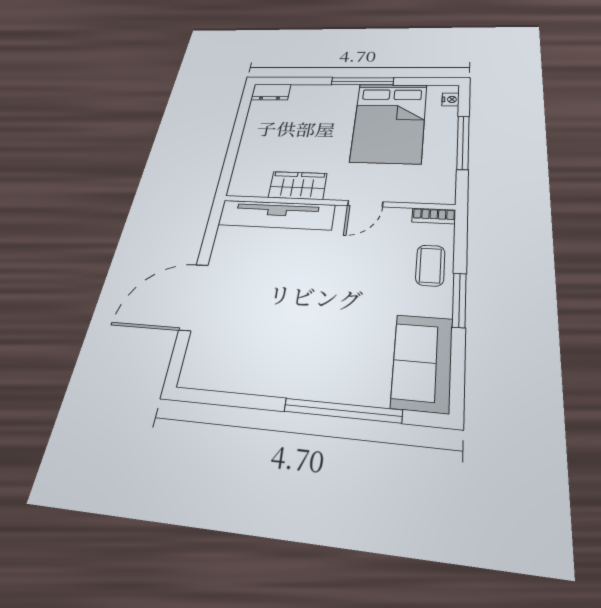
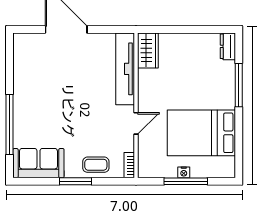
window: (362, 81) -> (239, 85), moved
nightstand: (451, 99) -> (184, 172), moved
wardrobe: (298, 185) -> (148, 50), moved
door: (365, 204) -> (136, 123), swing flipped

